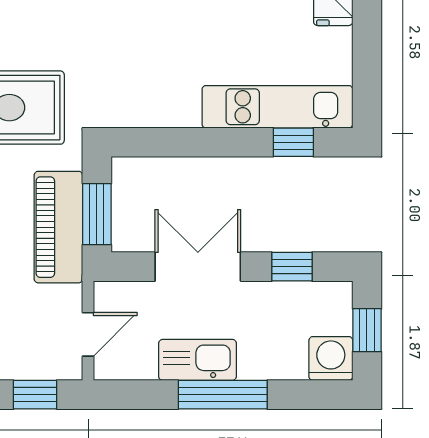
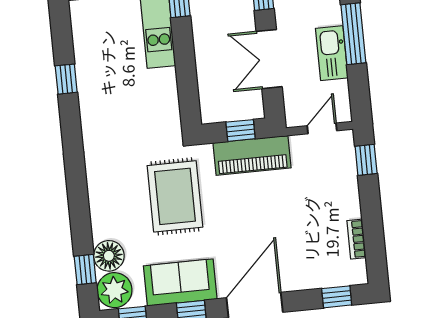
window: (97, 214) -> (241, 130), width x0.67
door: (88, 334) -> (322, 128), hinge flipped

